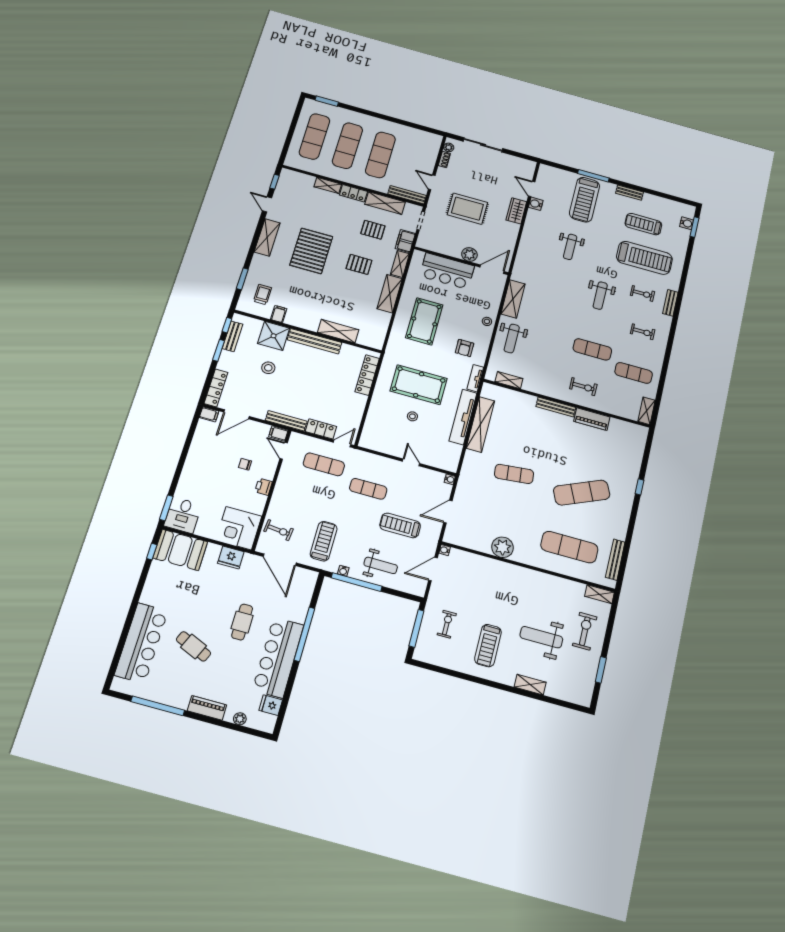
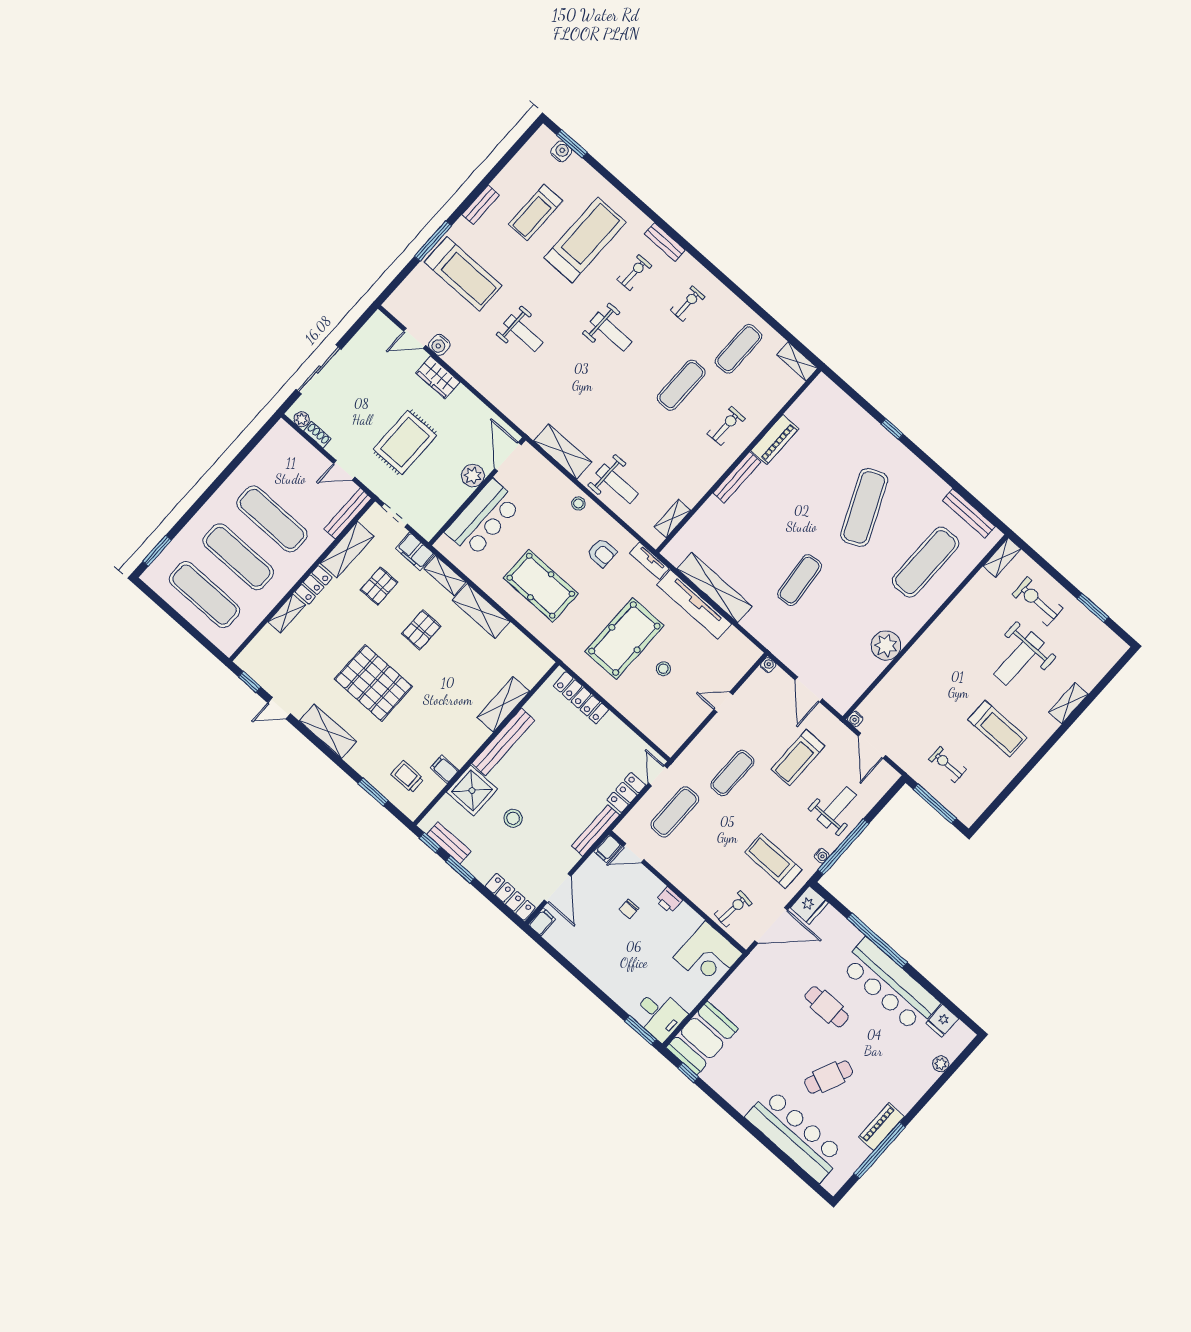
fridge: (231, 558) -> (809, 905), moved
piano: (207, 708) -> (881, 1127), moved

